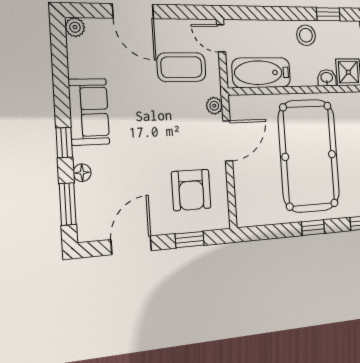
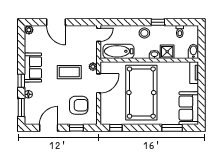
door: (221, 38) -> (99, 35), swing flipped
coffee table: (181, 67) -> (69, 72), moved
armchair: (191, 190) -> (79, 105), turned -90
window: (313, 228) -> (116, 128), moved

